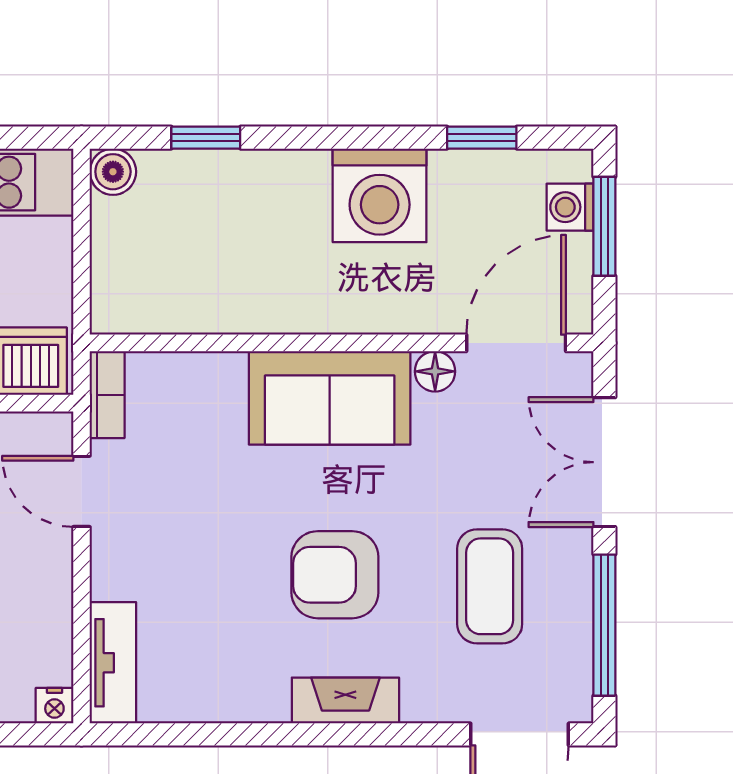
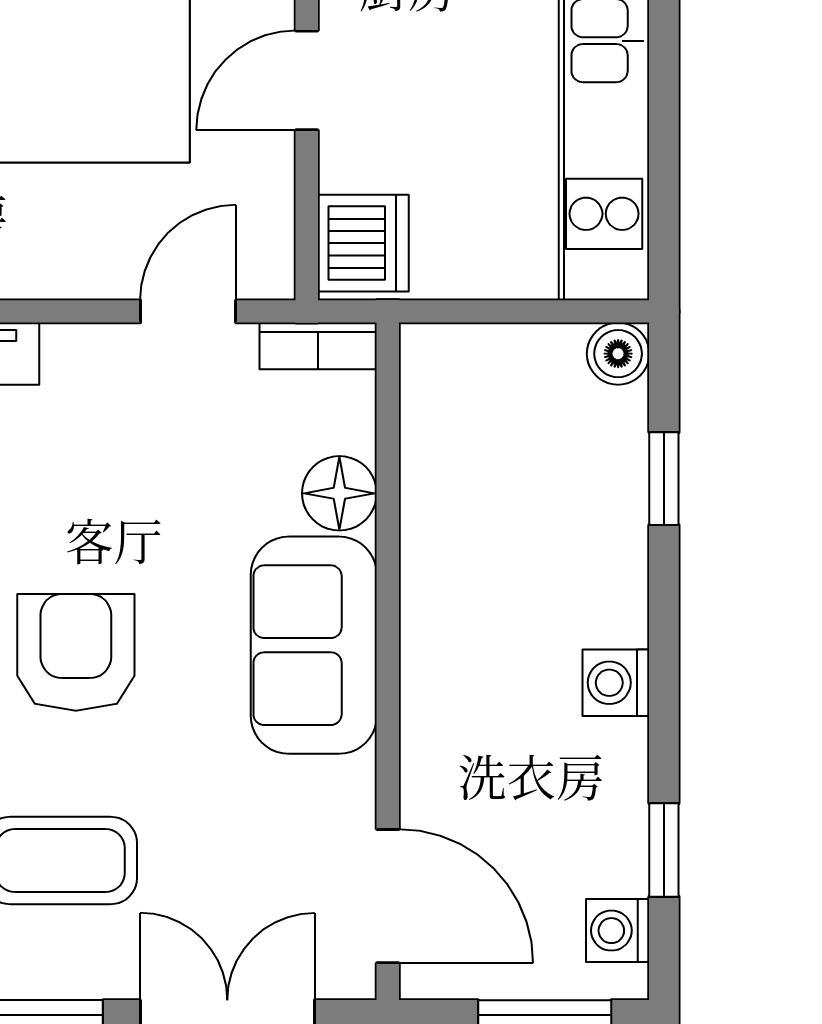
washing machine: (380, 195) -> (616, 683), width x0.53, depth x0.53
washing machine: (570, 207) -> (618, 931), moved, turned -90
floor lamp: (435, 371) -> (339, 493), moved, width x1.37, depth x1.37

